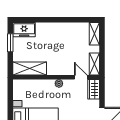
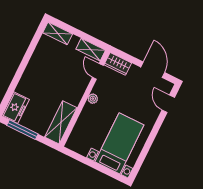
window: (10, 43) -> (22, 130), width x1.44
door: (81, 77) -> (98, 71), hinge flipped

